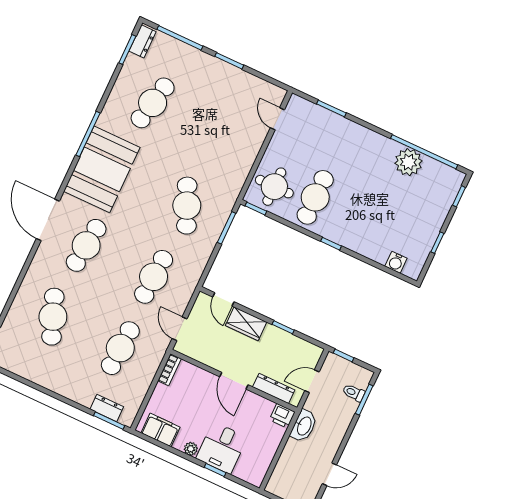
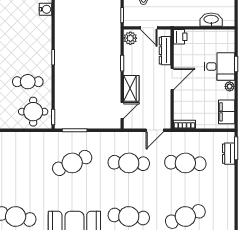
cafe table: (315, 197) -> (28, 82), width x0.73, depth x0.74
plant: (310, 352) -> (130, 38), added
washbasin: (304, 426) -> (211, 20), moved

